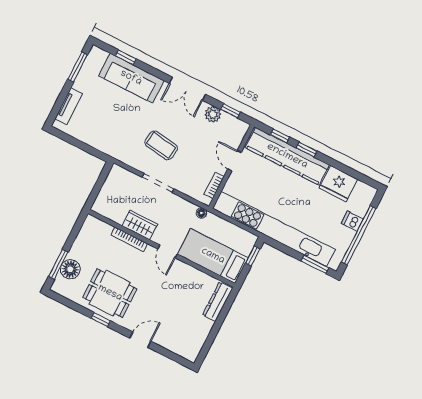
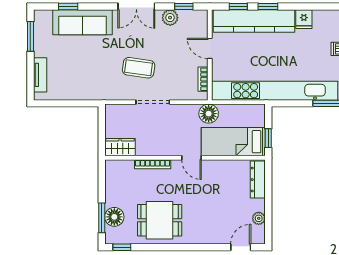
fridge: (338, 184) -> (304, 19), width x0.53, depth x0.75
floor lamp: (201, 213) -> (209, 114), width x1.89, depth x1.89
wardrobe: (140, 225) -> (120, 147), moved
window: (253, 256) -> (268, 138), moved
window: (101, 320) -> (122, 247), moved
plant: (200, 337) -> (259, 218), added
door: (140, 340) -> (241, 247), moved

